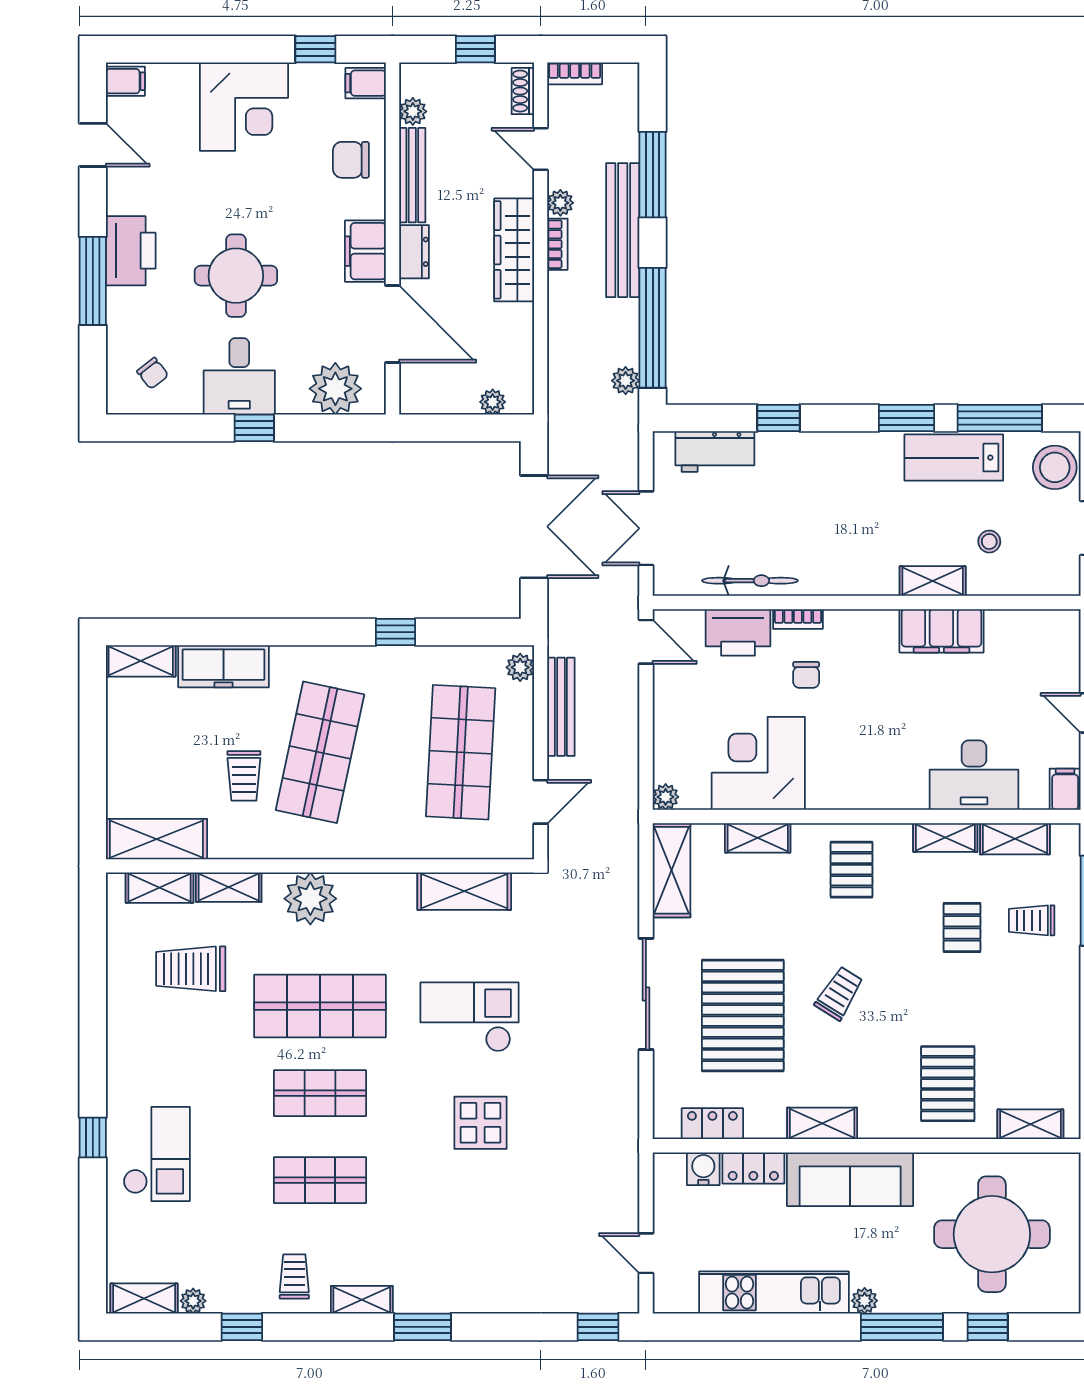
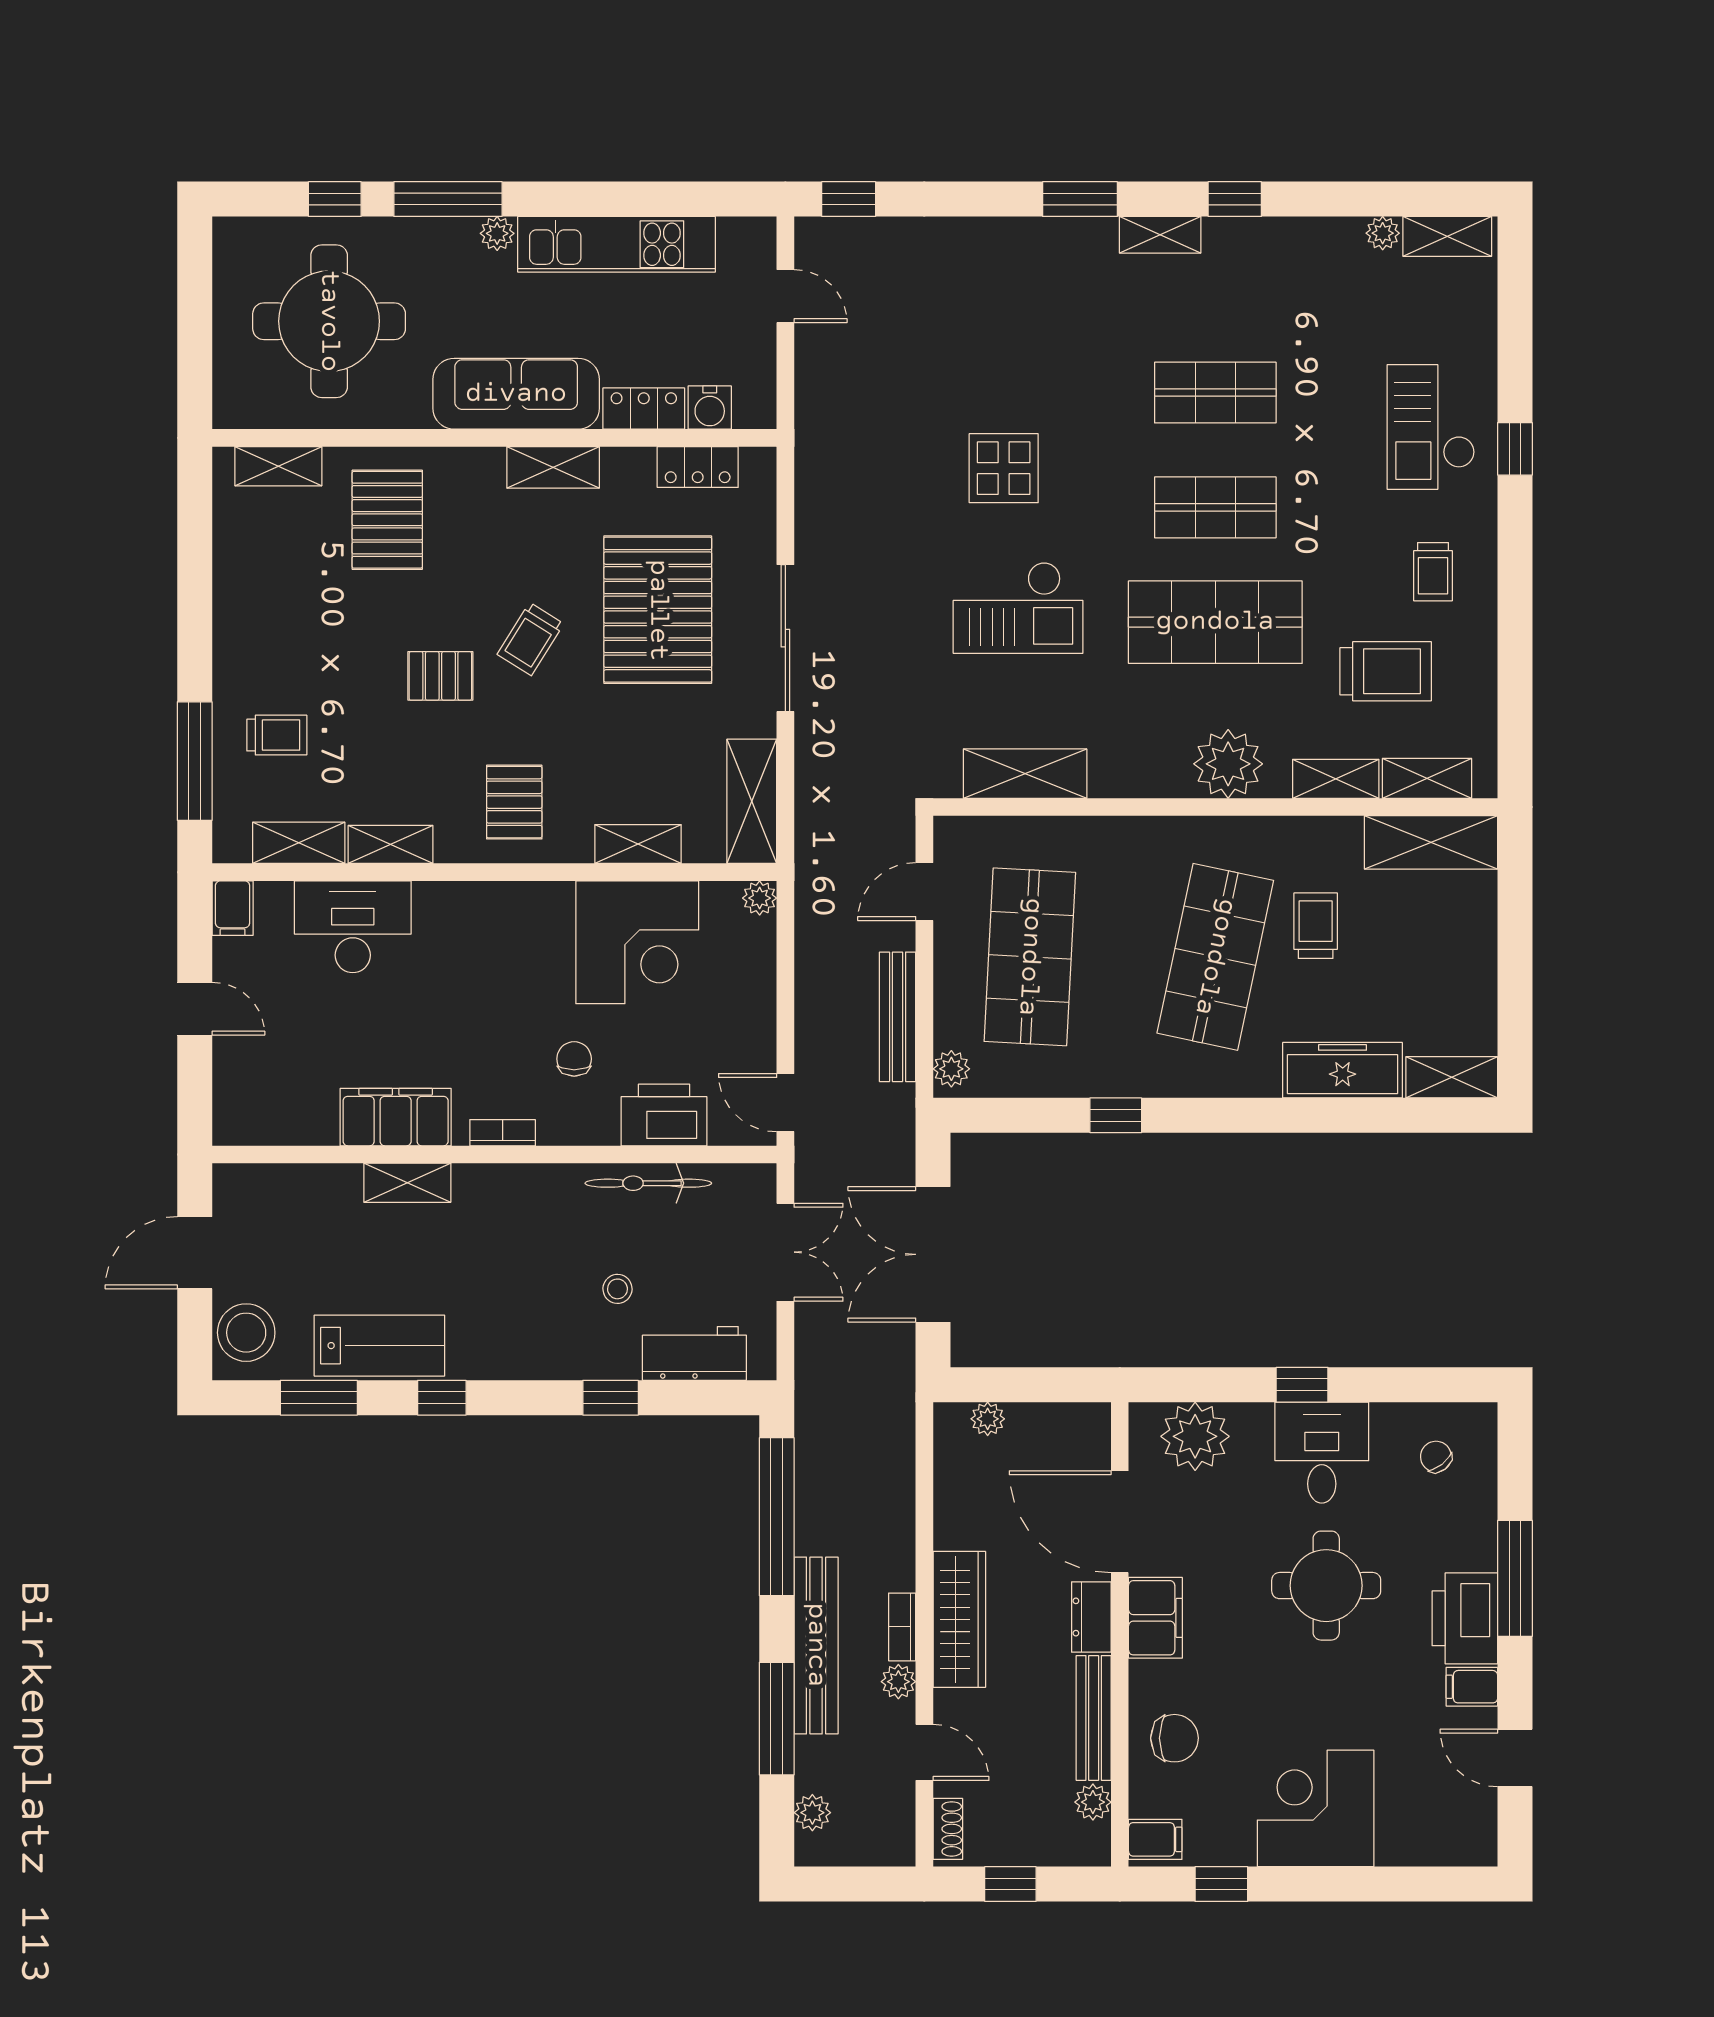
bookcase: (575, 73) -> (879, 1852), removed
filing cabinet: (125, 81) -> (1472, 1687), moved
plant: (626, 381) -> (812, 1813), moved
window: (906, 418) -> (442, 1398), width x0.67
window: (1000, 418) -> (319, 1398), width x0.69
stool: (989, 542) -> (617, 1289), moved
bookcase: (798, 619) -> (503, 1133), moved
pallet: (962, 927) -> (440, 676), moved, turned 90
trolley: (294, 1276) -> (1433, 572), moved
window: (242, 1327) -> (1235, 199), moved

